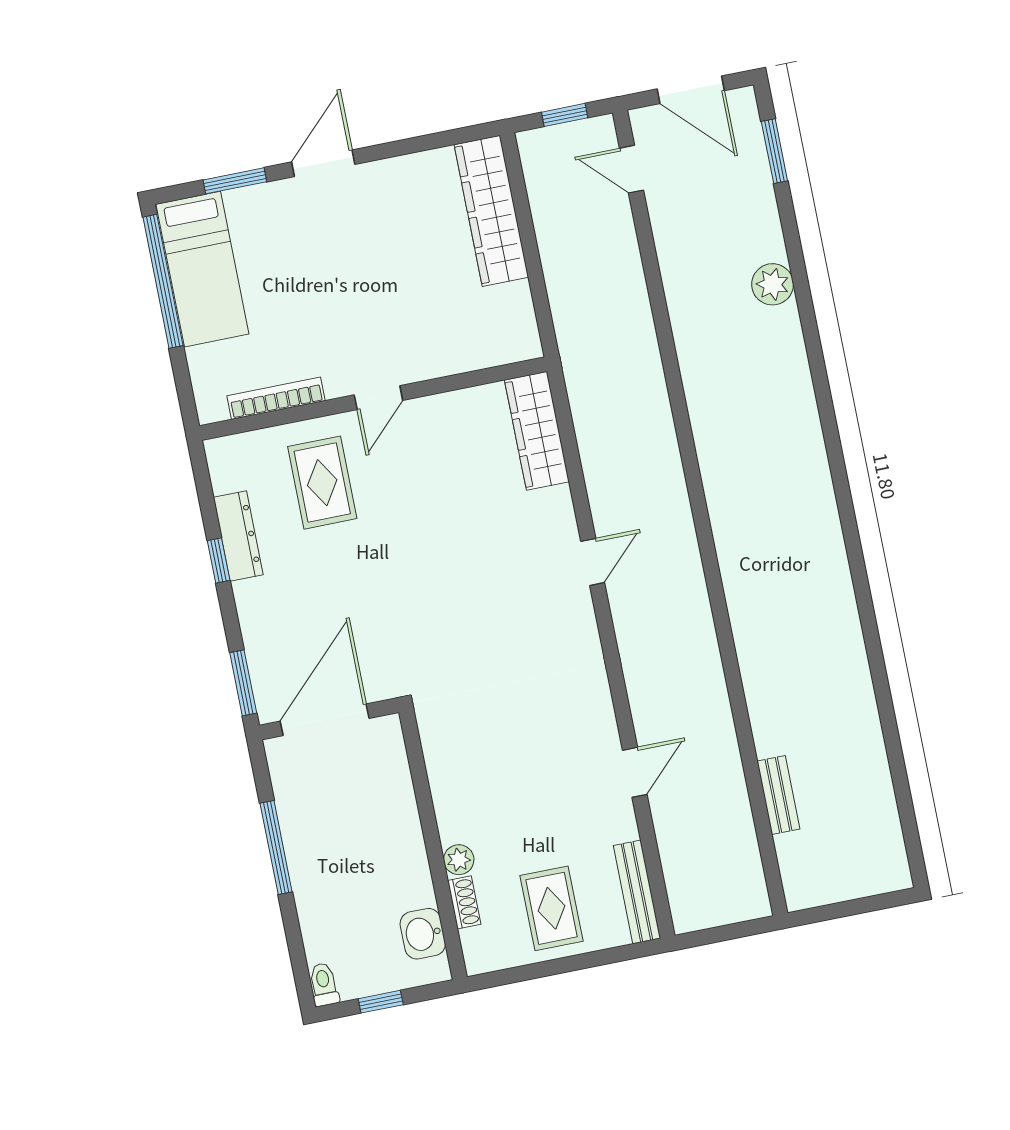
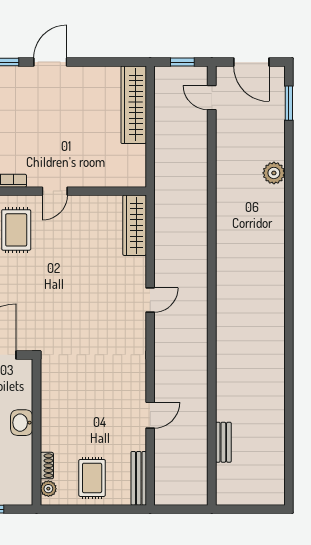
plant: (459, 860) -> (48, 489), moved
washbasin: (423, 934) -> (22, 423), moved

